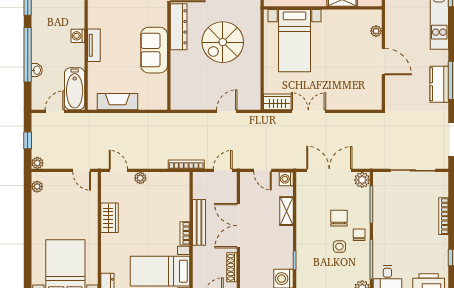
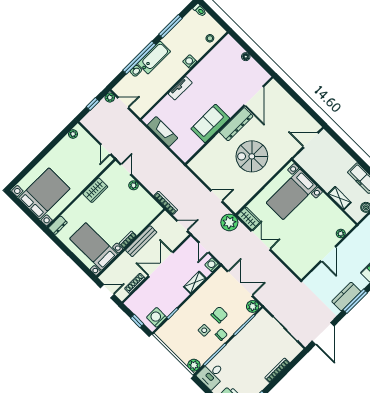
washing machine: (78, 36) -> (190, 61), moved
bathtub: (75, 89) -> (154, 58), moved, turned 180
plant: (263, 124) -> (229, 222), added
plant: (37, 163) -> (110, 97), moved

